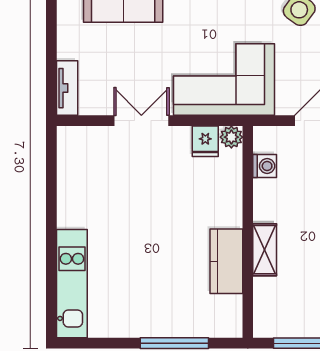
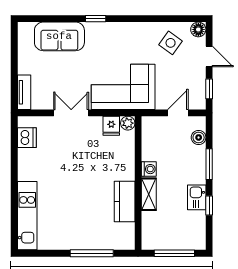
dishwasher: (71, 160) -> (27, 138), added
washing machine: (265, 166) -> (149, 169), moved

